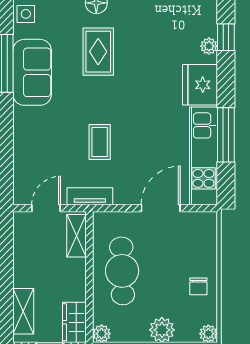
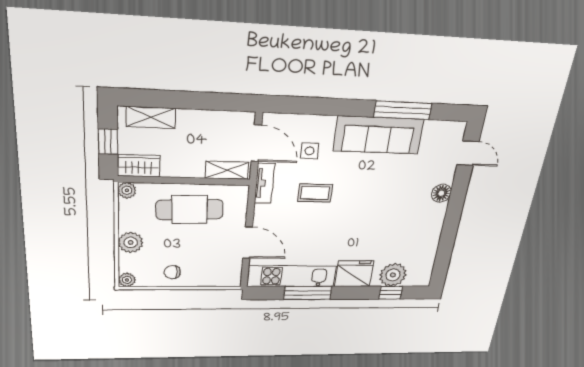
side table: (26, 14) -> (310, 151), moved
plant: (209, 46) -> (393, 275), width x1.87, depth x1.87
rug: (98, 52) -> (398, 194), removed
sofa: (32, 72) -> (378, 135), width x1.36
door: (46, 208) -> (256, 143), width x1.38

